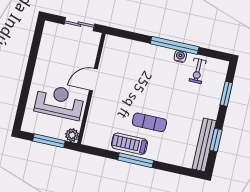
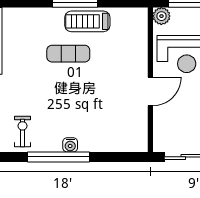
water cooler: (180, 56) -> (70, 145), moved
treadmill: (129, 144) -> (87, 21), turned 180

